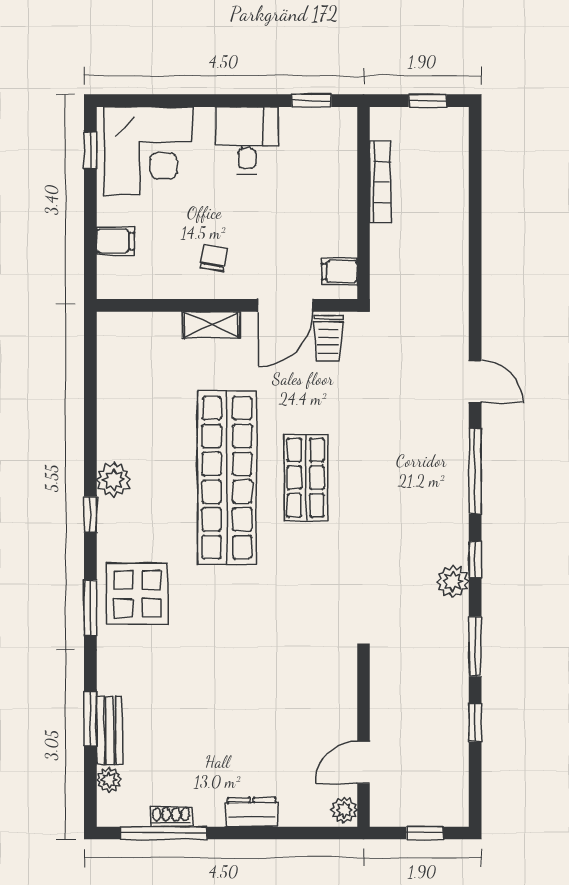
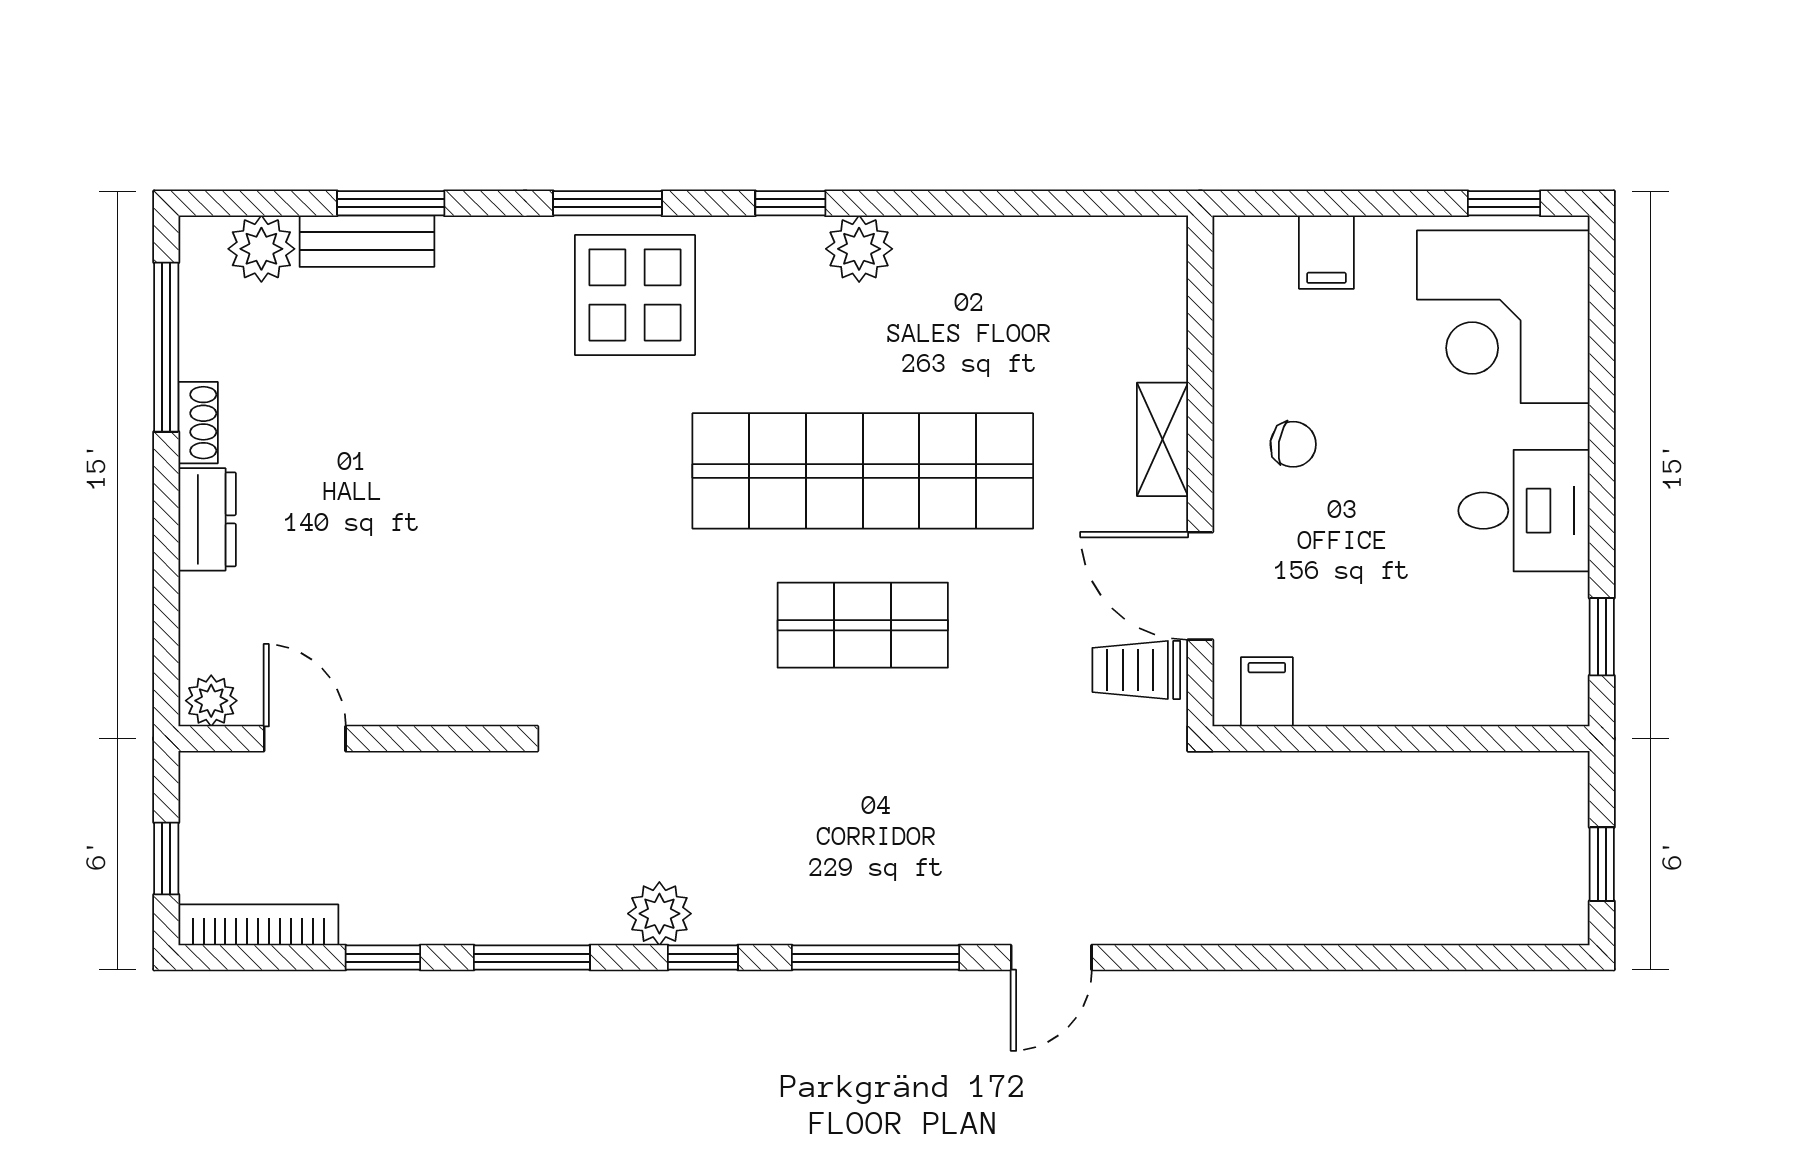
bookcase: (380, 182) -> (258, 925), moved, turned 180
plant: (109, 780) -> (261, 249), width x1.38, depth x1.38
shoe rack: (171, 817) -> (198, 423), moved

